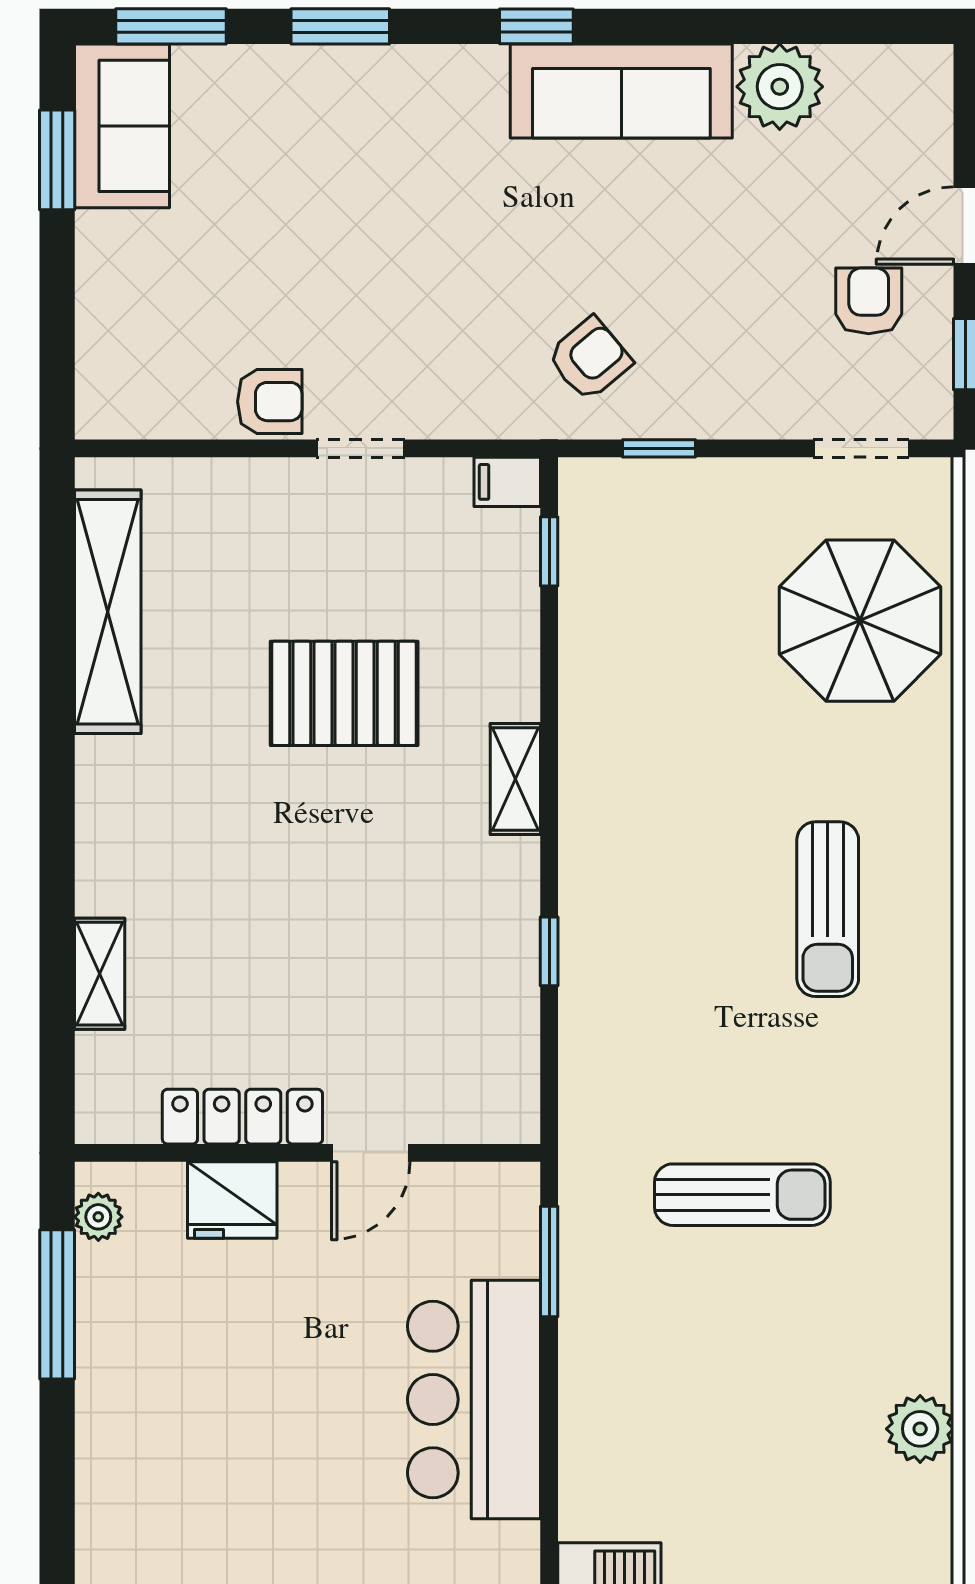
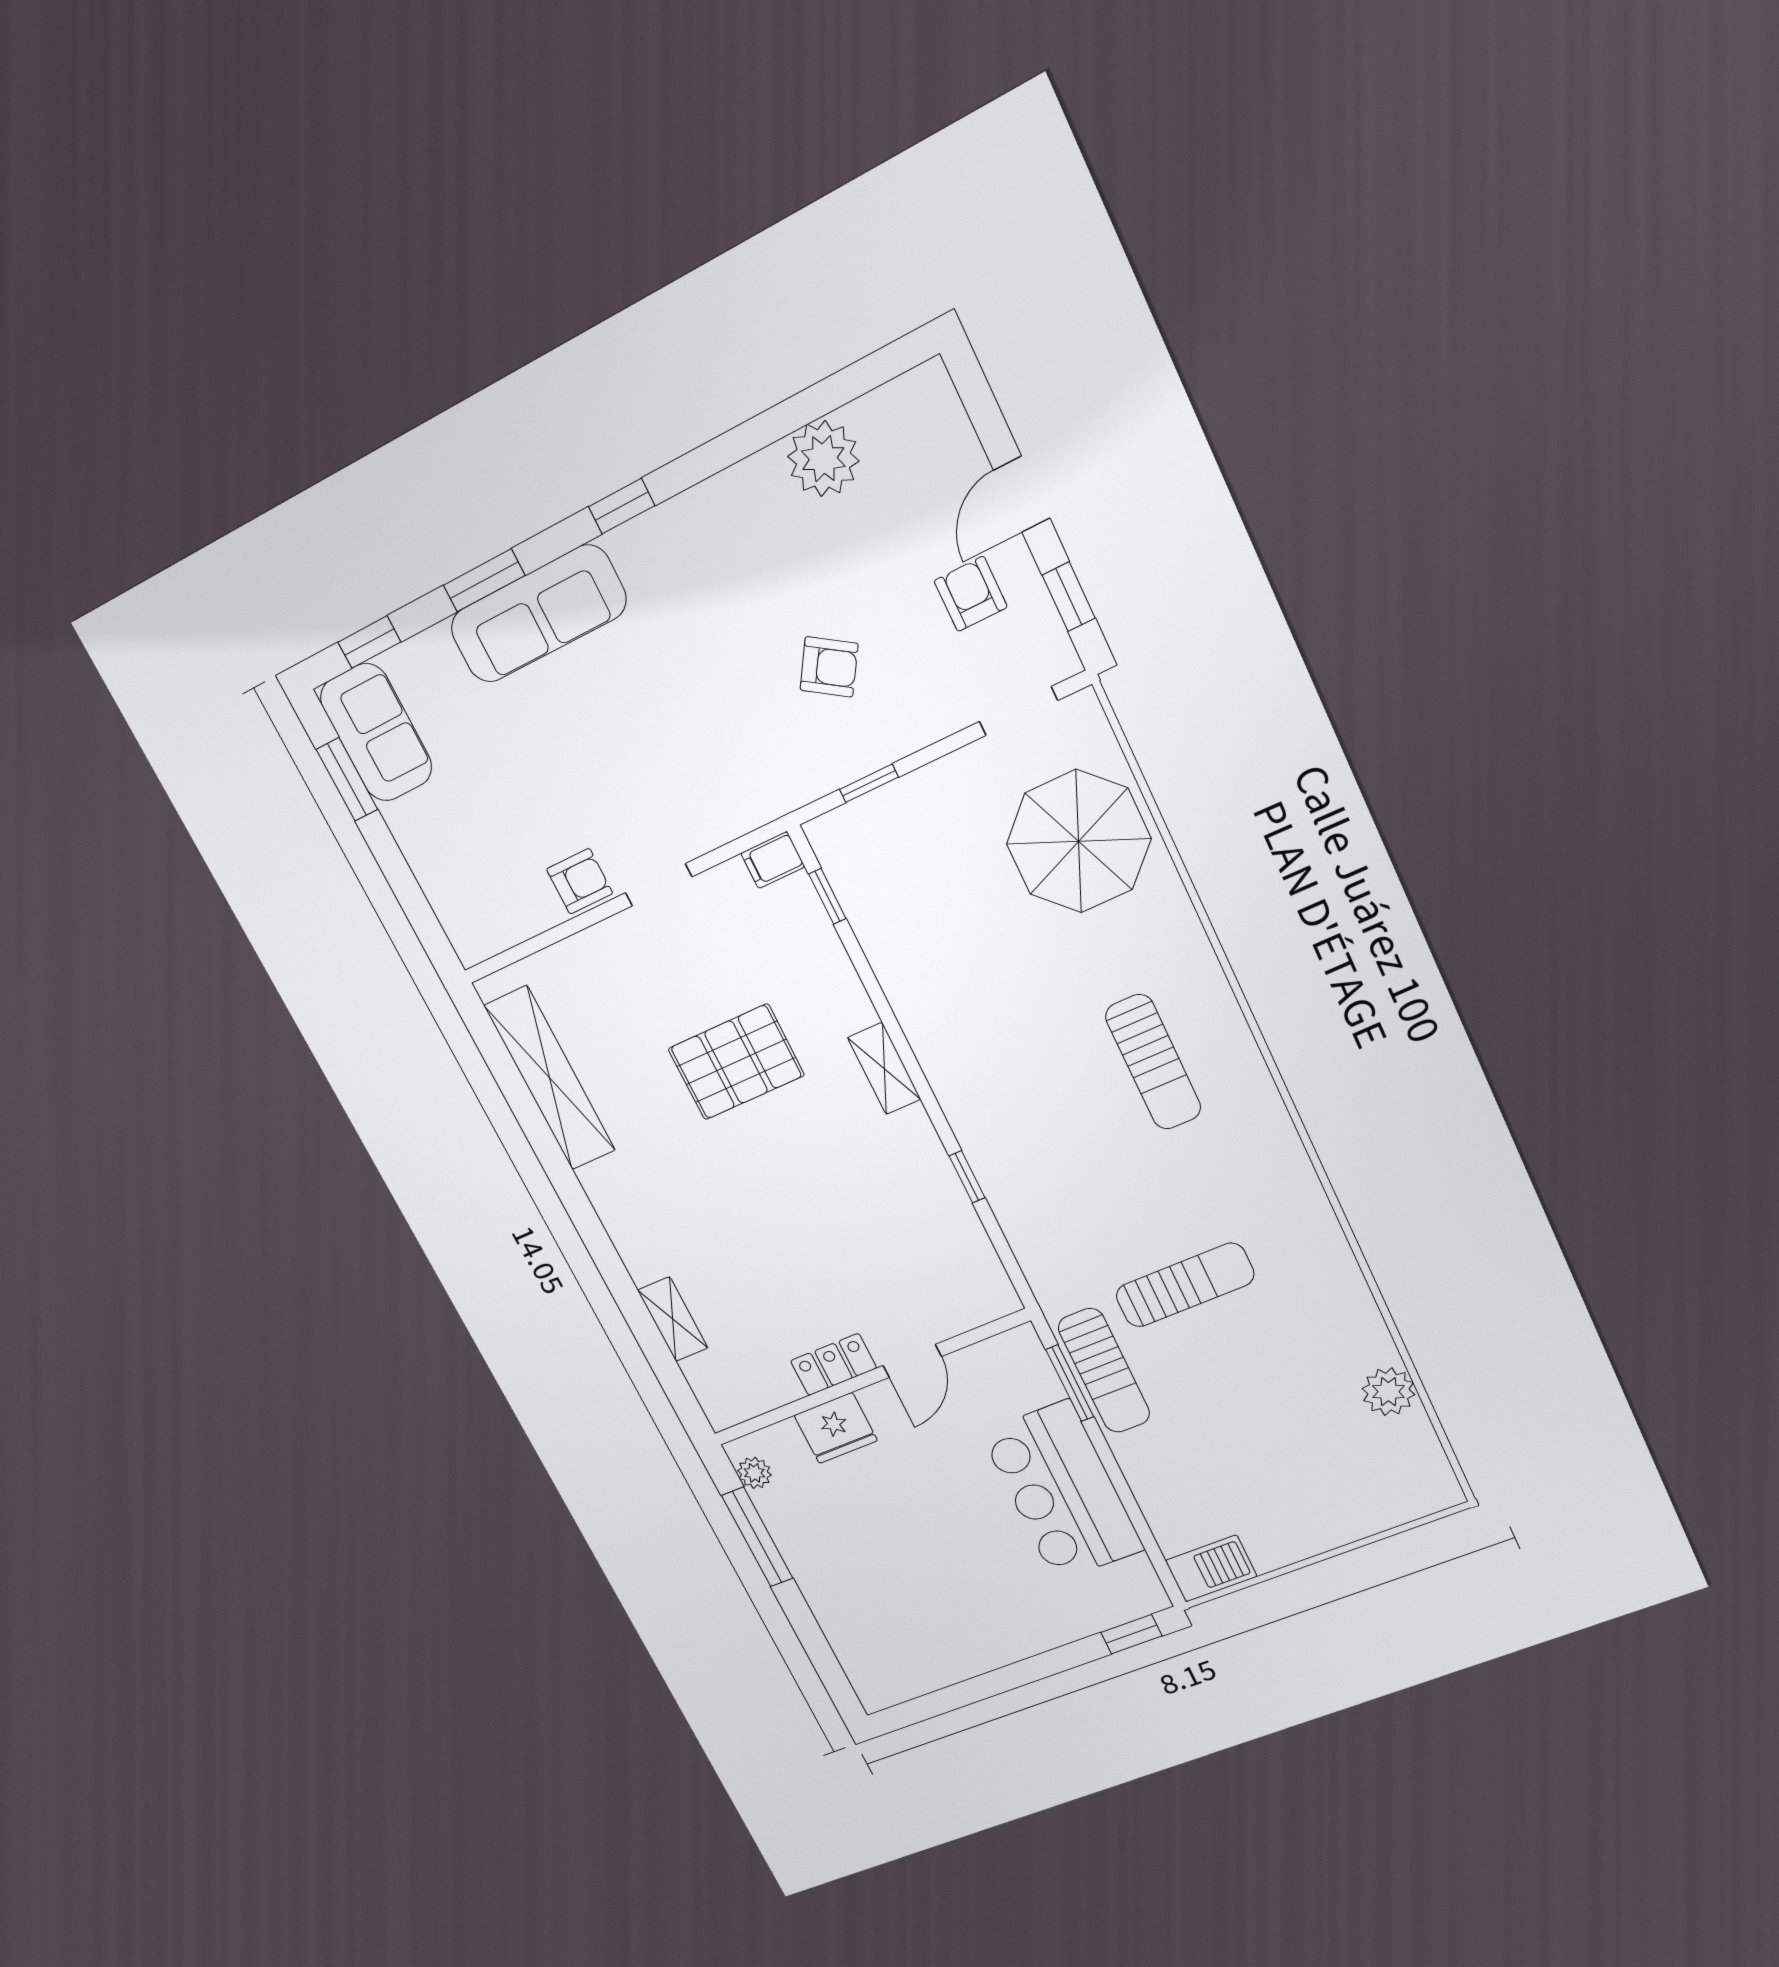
window: (171, 26) -> (369, 642), width x0.67
sofa: (621, 91) -> (538, 614), moved
armchair: (590, 359) -> (829, 667), moved, turned 73
locker: (242, 1117) -> (833, 1365), width x0.66
sun lounger: (598, 1263) -> (1104, 1371), added

